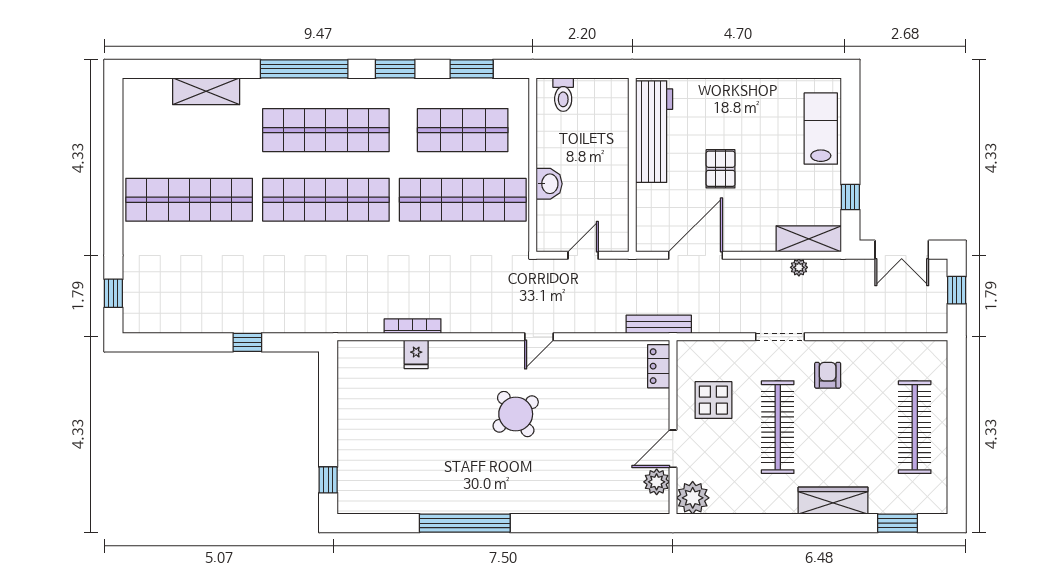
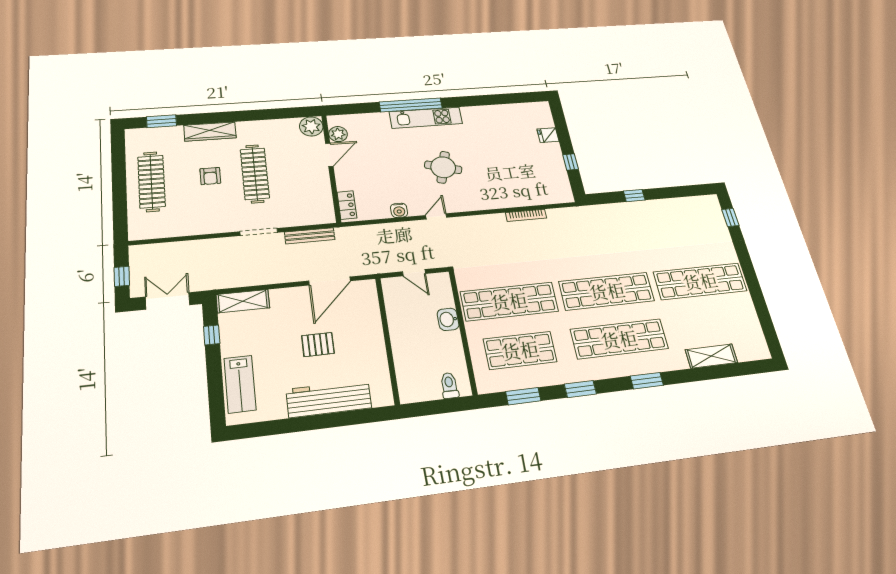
window: (304, 69) -> (647, 381), width x0.47
workbench: (654, 132) -> (329, 399), moved, turned 90
pallet: (721, 169) -> (318, 345), turned 90
door: (583, 255) -> (414, 273), hinge flipped
plant: (799, 267) -> (249, 280), removed
bench: (659, 324) -> (310, 236), moved
water cooler: (589, 351) -> (399, 210), added
fridge: (416, 354) -> (548, 135), moved, turned -90
armchair: (828, 375) -> (210, 176), moved
display table: (713, 400) -> (304, 187), removed
round table: (516, 414) -> (443, 167), turned -38
window: (328, 480) -> (571, 162), moved
kitchen unit: (527, 500) -> (426, 118), added
window: (465, 523) -> (411, 105), moved

